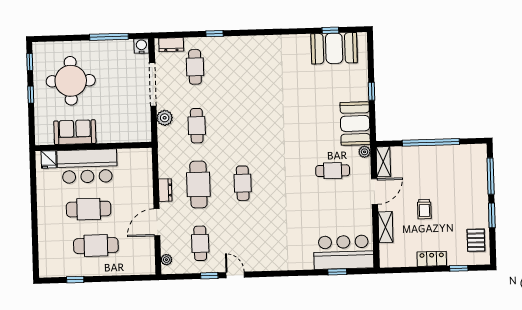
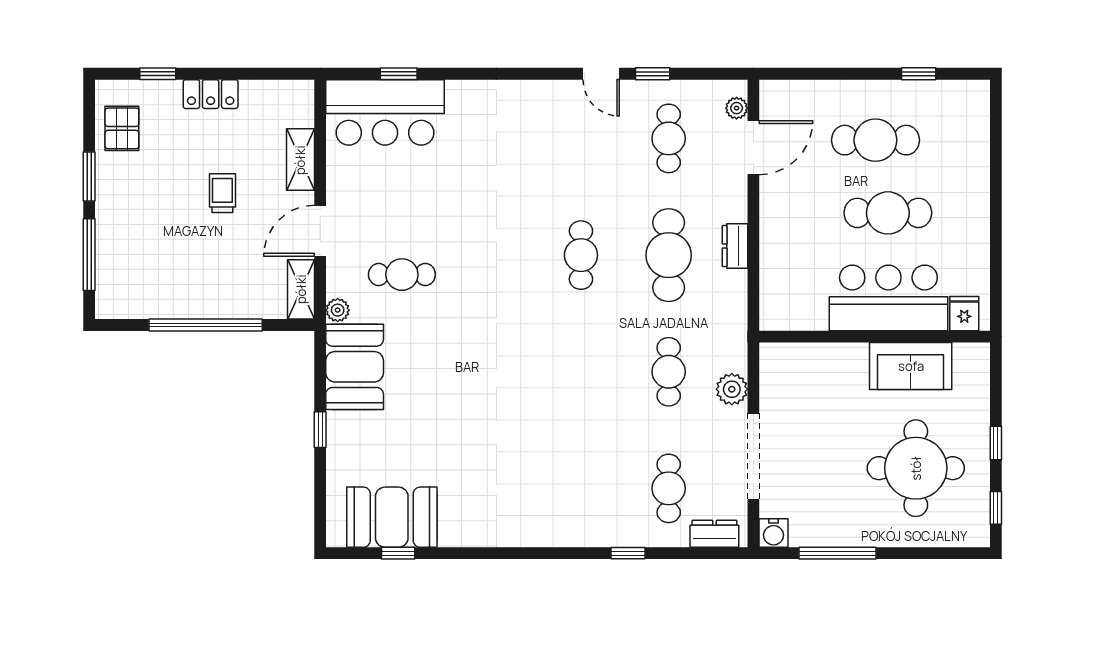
door: (157, 222) -> (753, 148), moved

